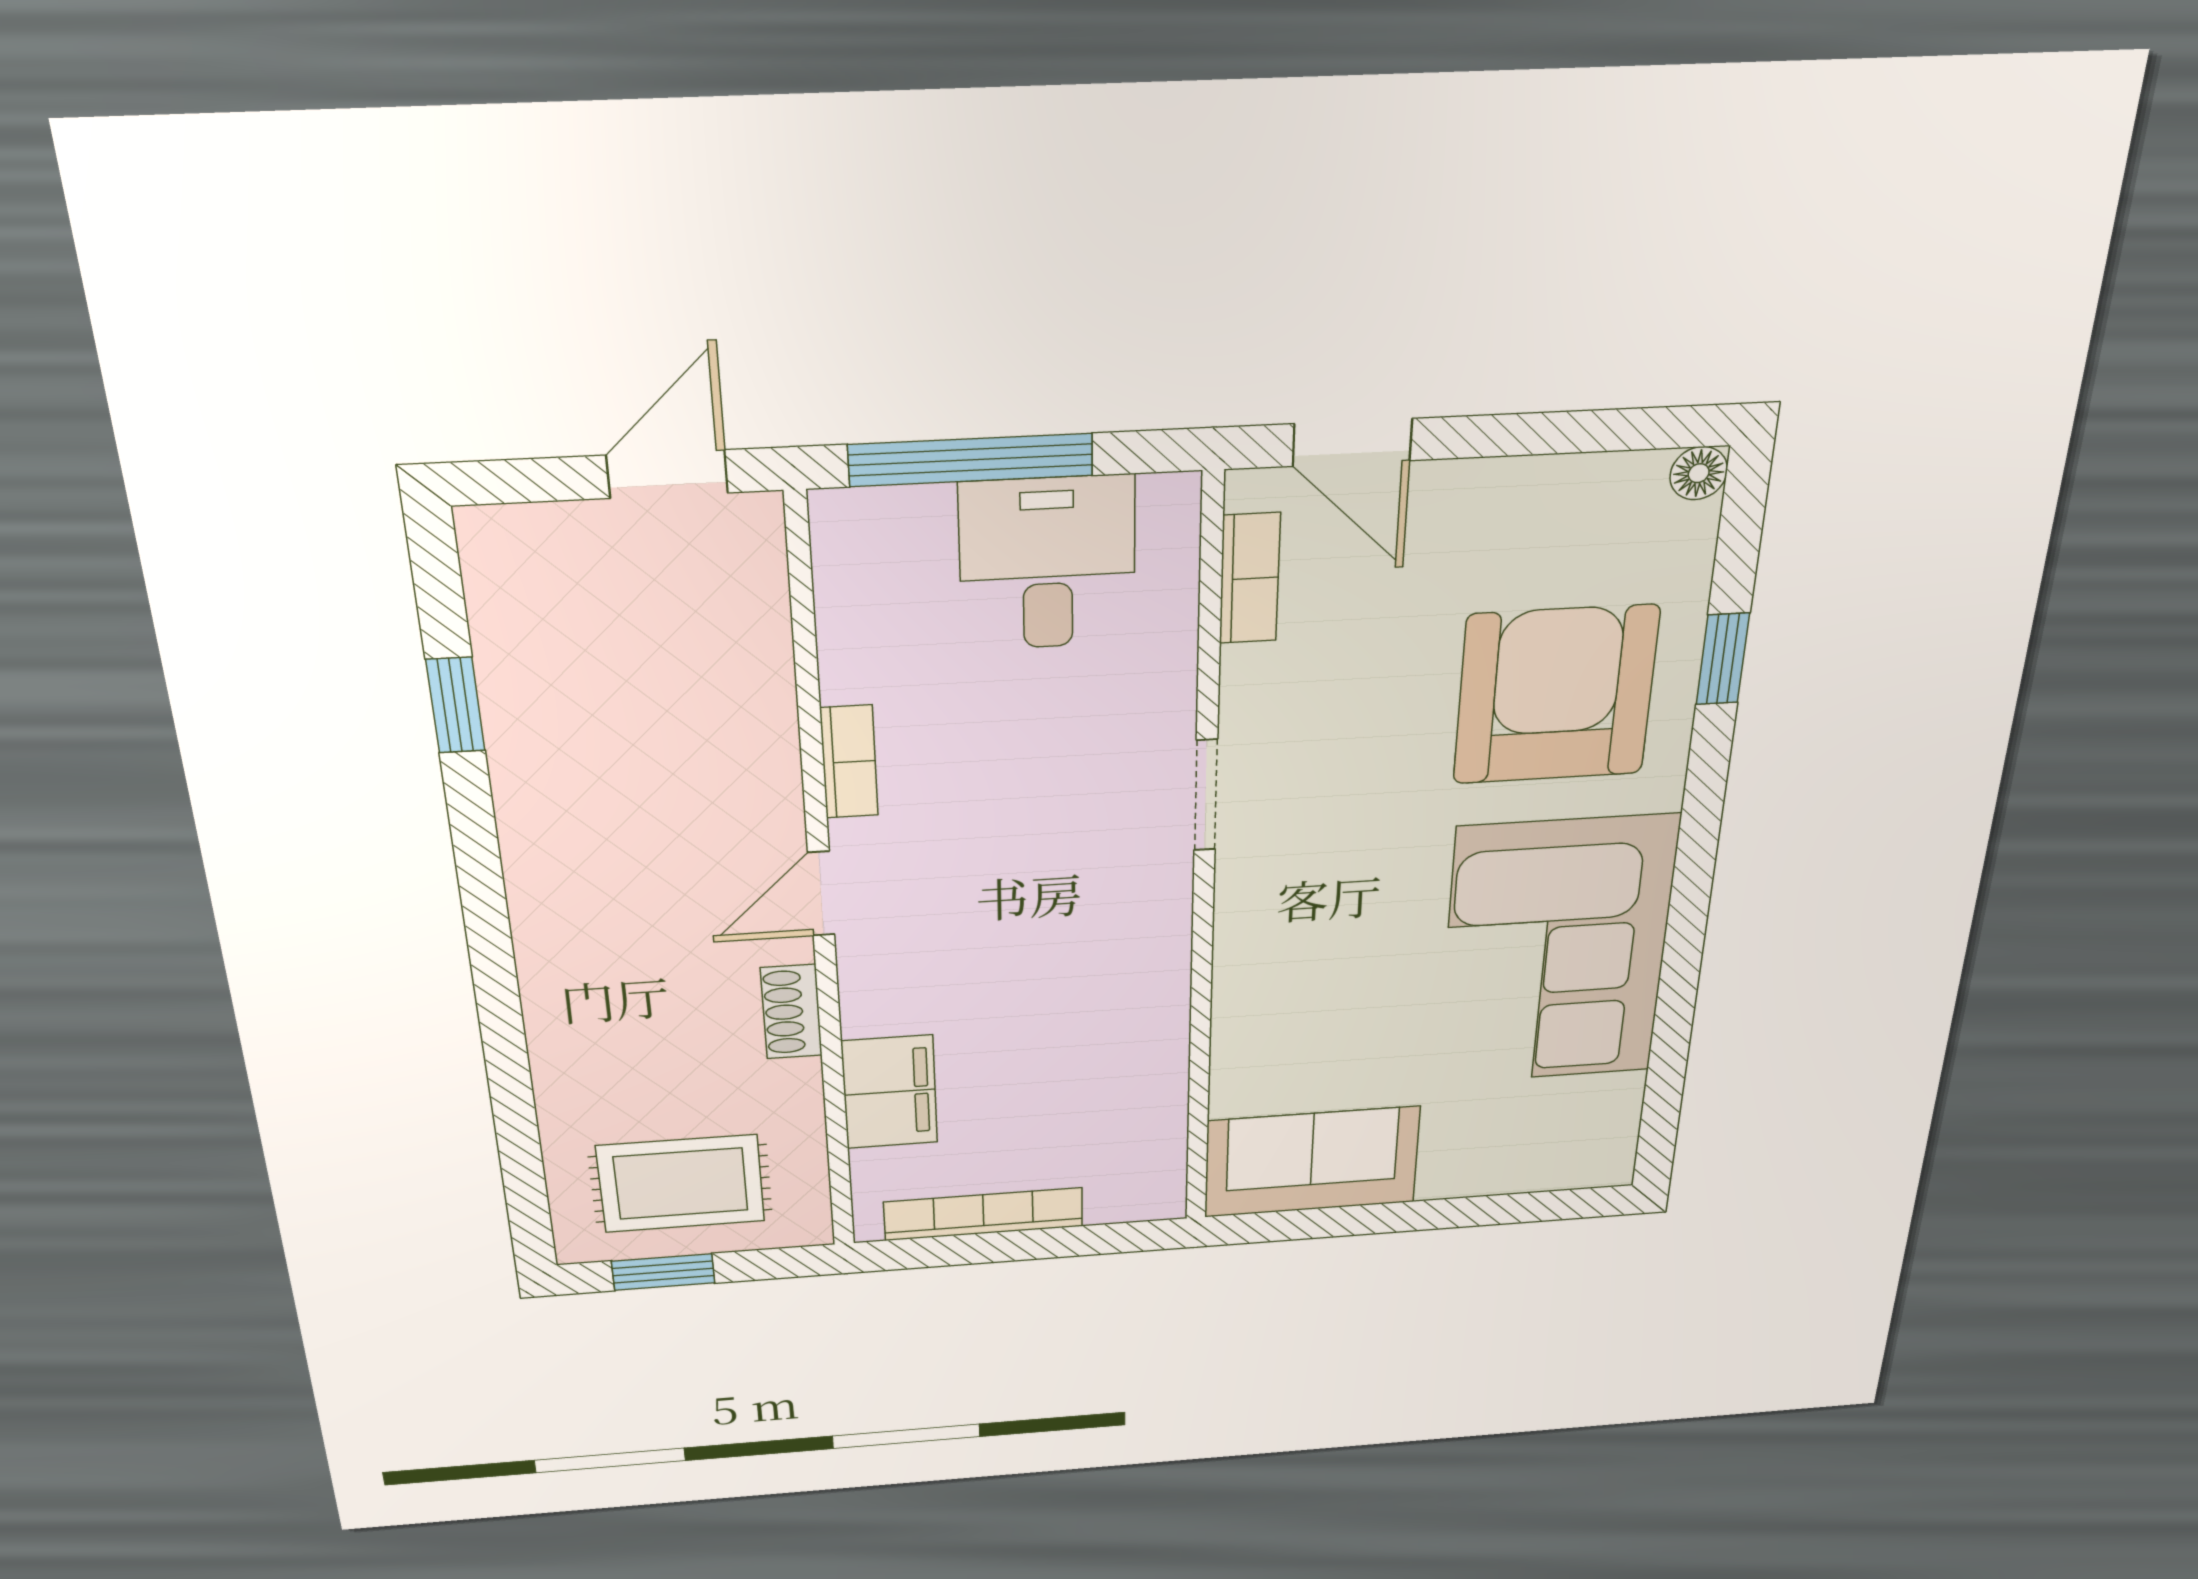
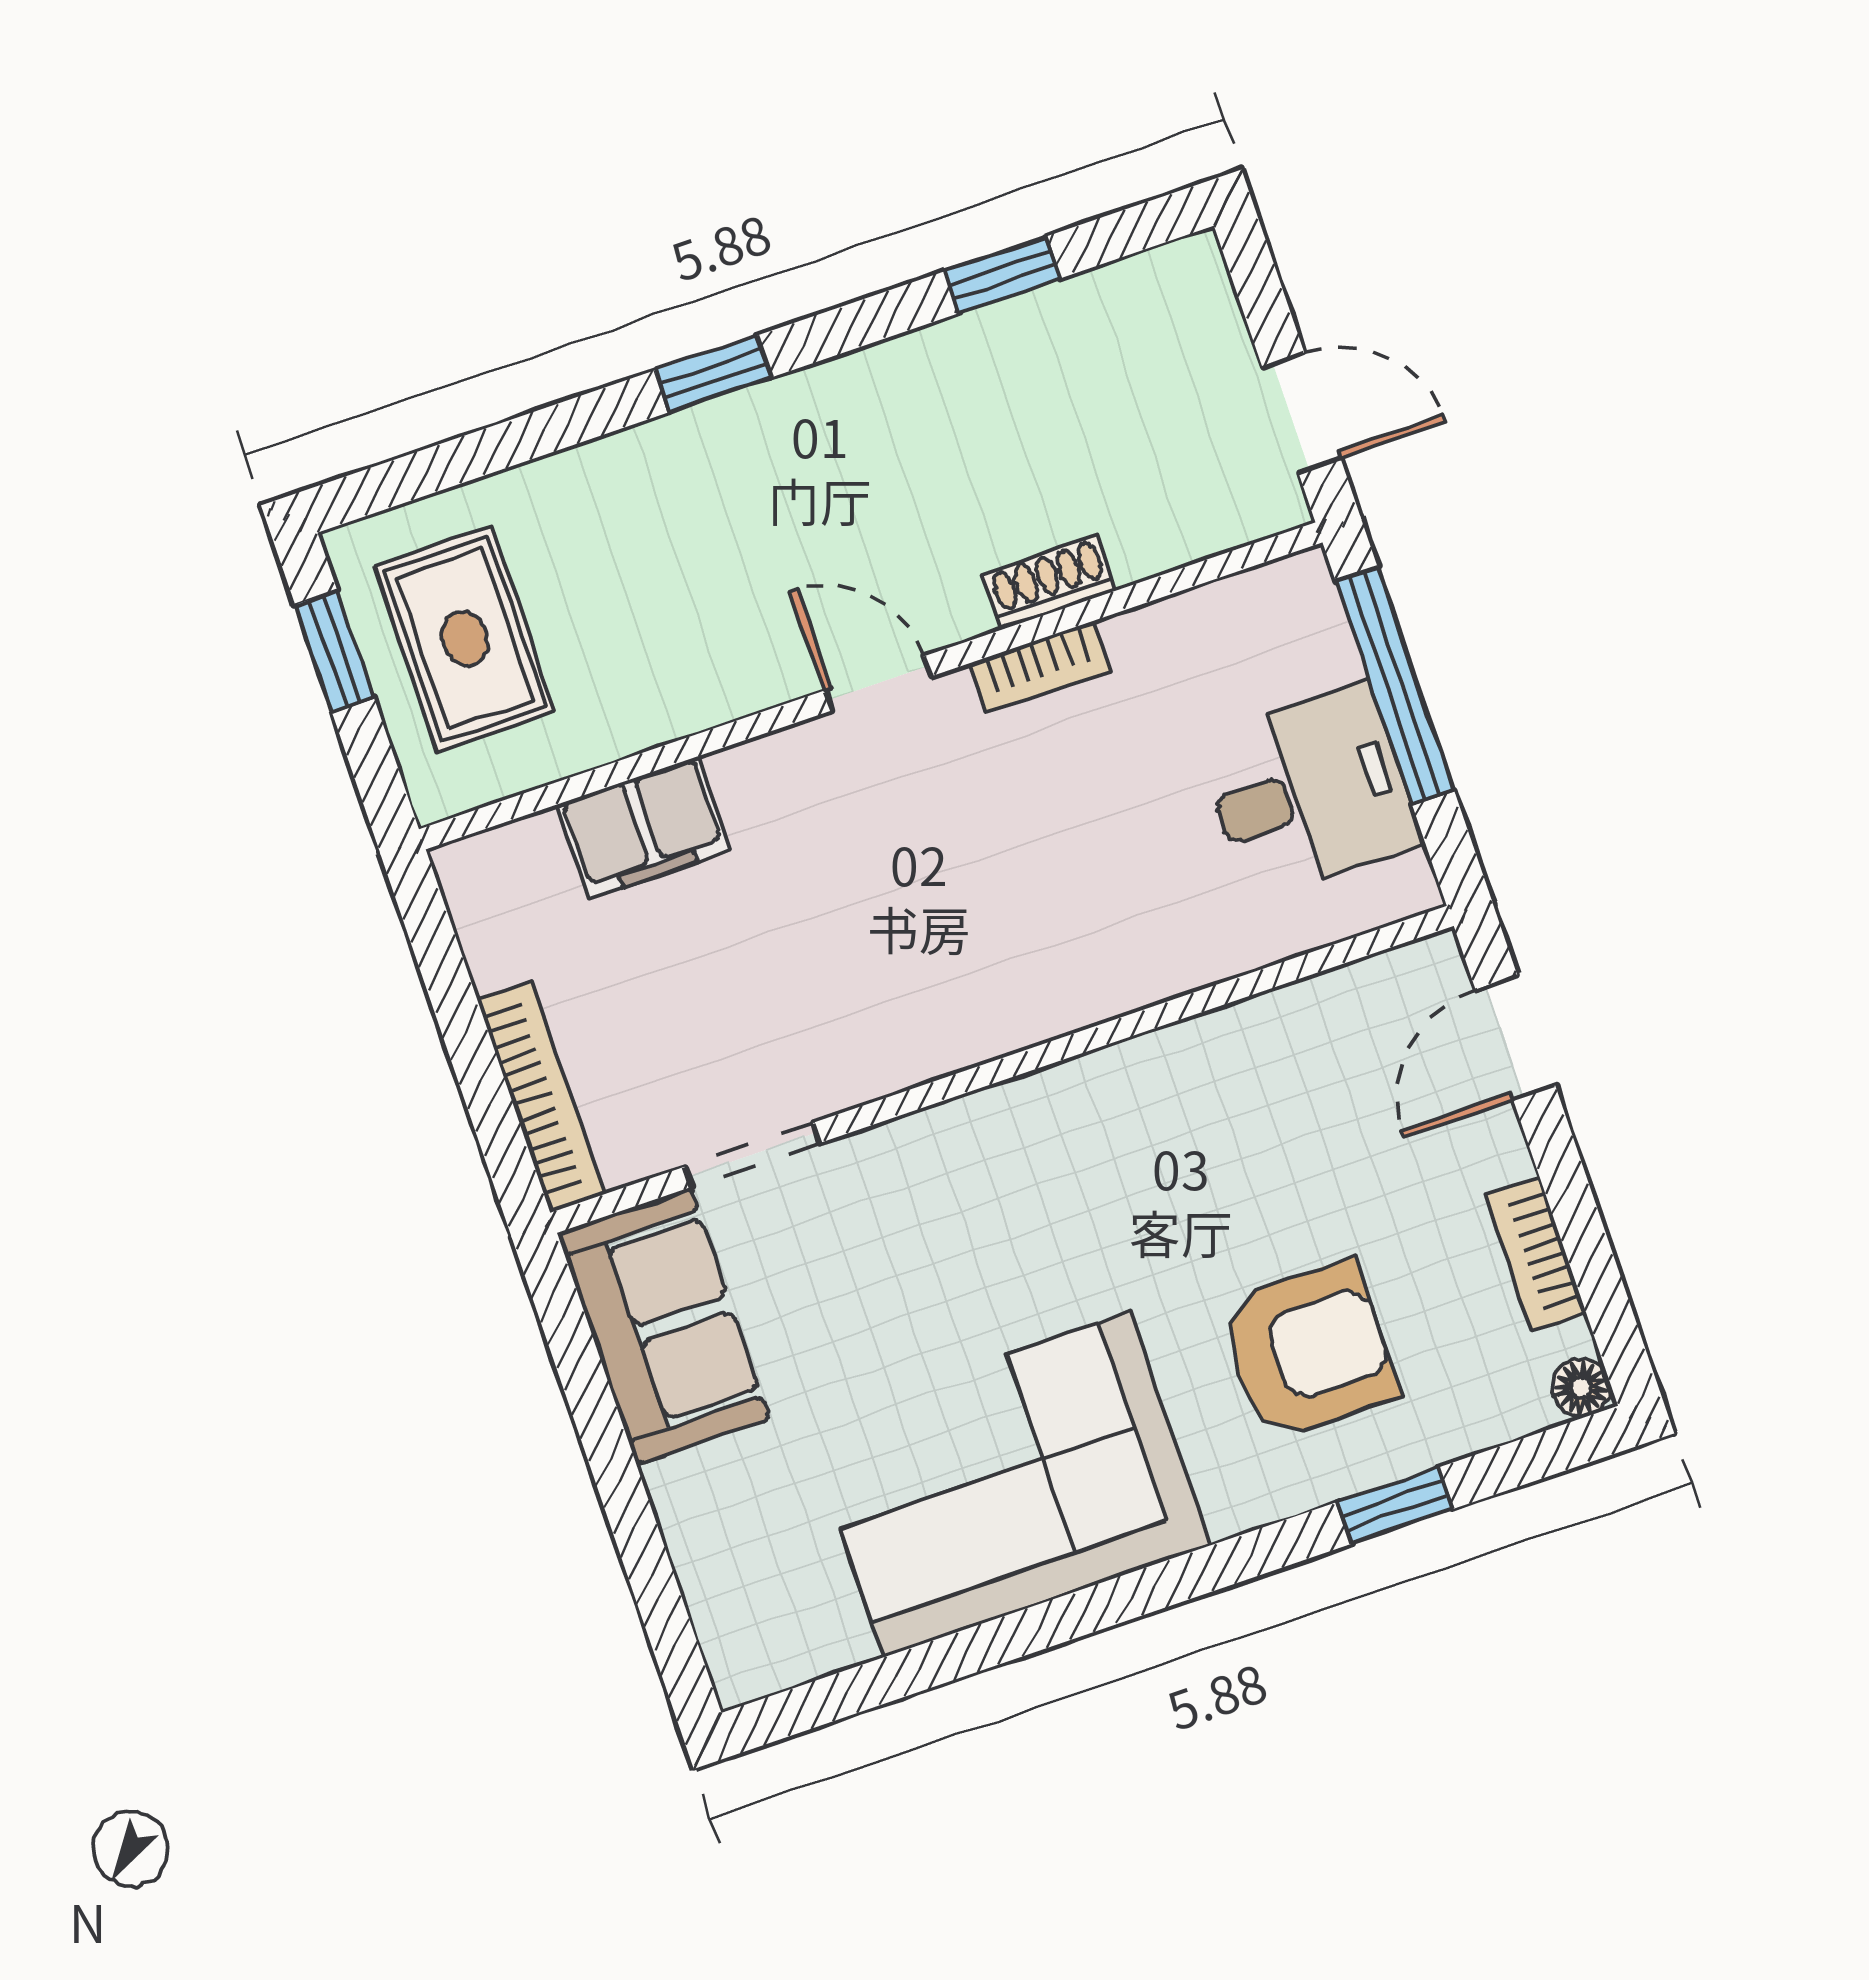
bookcase: (1250, 578) -> (1536, 1254), moved, turned 90
armchair: (1556, 695) -> (1308, 1351), width x0.73, depth x0.73
doorway: (1206, 795) -> (752, 1155), moved
window: (492, 958) -> (713, 374), added
shoe rack: (791, 1012) -> (1050, 582), moved
bookcase: (984, 1214) -> (541, 1097), moved

